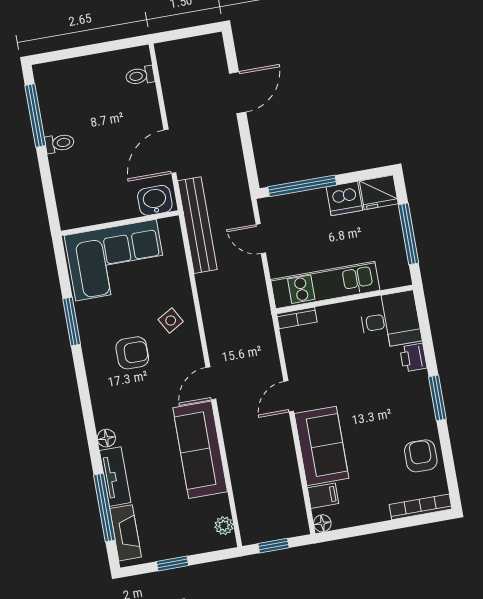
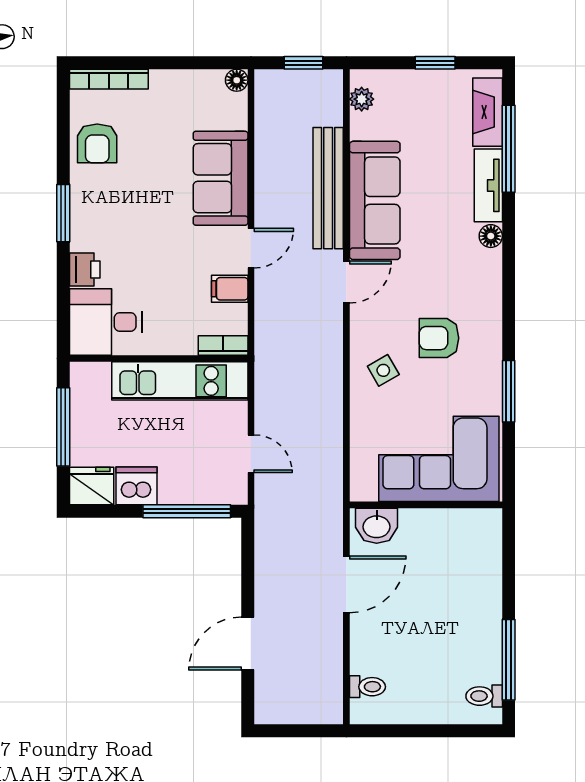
toilet: (60, 143) -> (484, 696), moved
bench: (197, 225) -> (328, 188), moved
filing cabinet: (323, 496) -> (230, 289), moved

